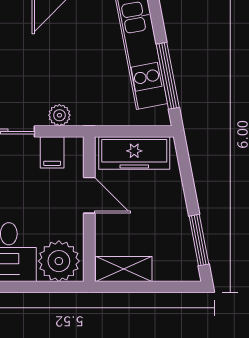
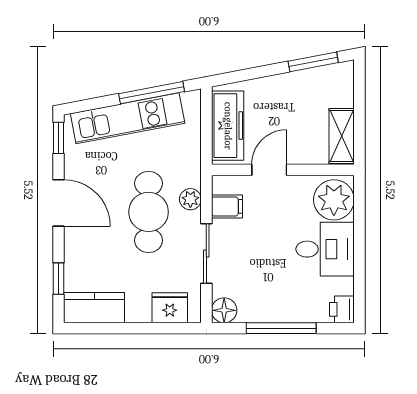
cafe table: (47, 73) -> (149, 212), added

